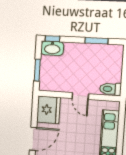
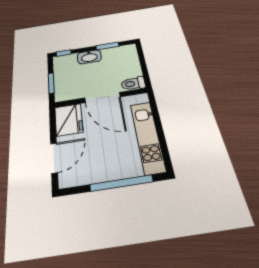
washbasin: (52, 48) -> (89, 57), moved
door: (80, 96) -> (102, 97), width x1.88

